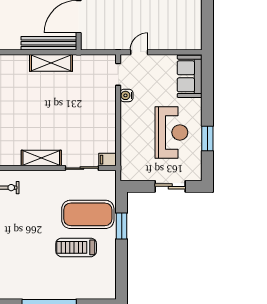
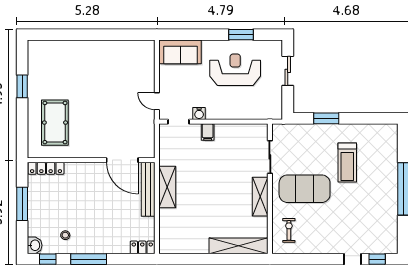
filing cabinet: (108, 160) -> (208, 132), moved
exercise mat: (88, 214) -> (305, 189), moved, turned 90

